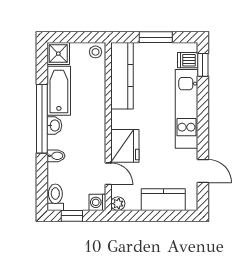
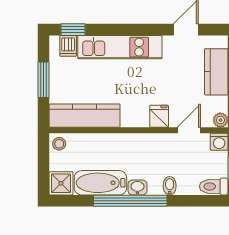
fridge: (125, 146) -> (159, 116), width x0.53, depth x0.75

